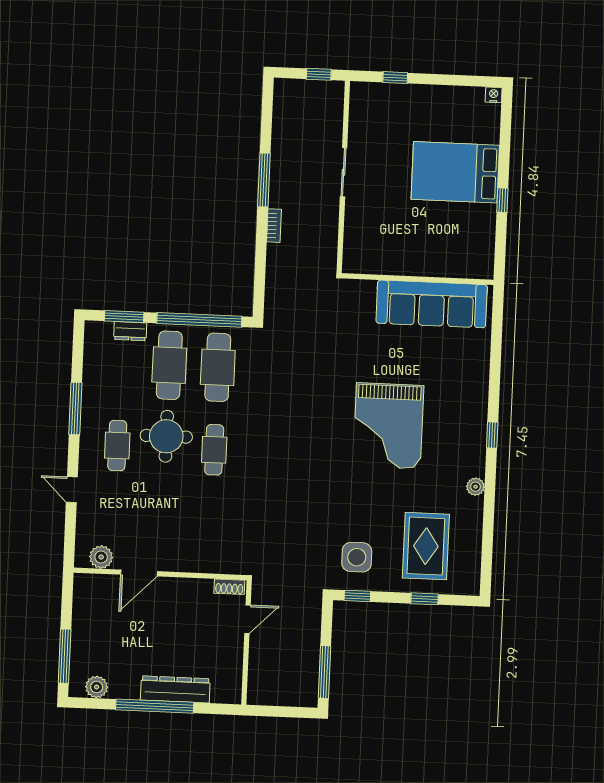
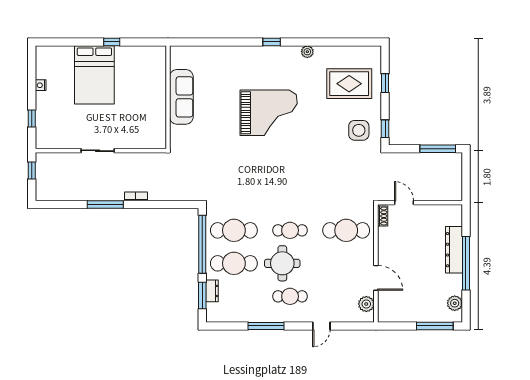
nightstand: (494, 95) -> (41, 85), moved
sofa: (432, 304) -> (181, 97), width x0.74, depth x0.79
cafe table: (211, 532) -> (346, 230), added

